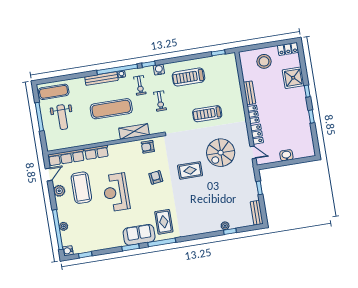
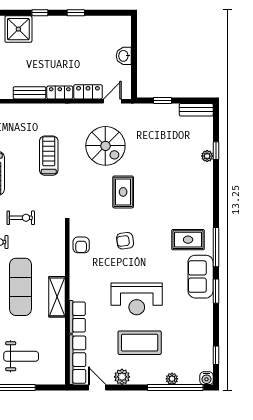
treadmill: (207, 114) -> (49, 156), turned 180
shelving: (134, 131) -> (57, 297), moved
coffee table: (81, 188) -> (140, 343), moved

